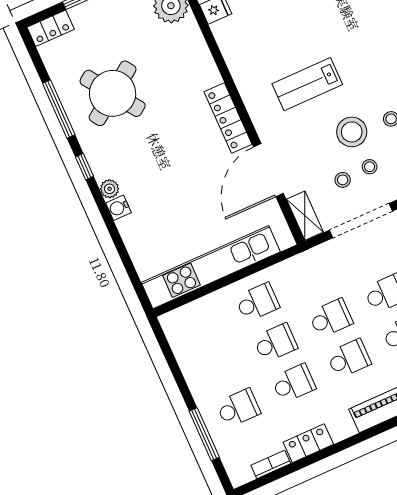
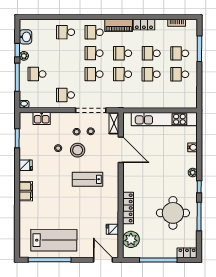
lab bench: (307, 84) -> (87, 179), turned 180
round table: (113, 93) -> (173, 213), turned 35
locker: (228, 118) -> (128, 208), moved
door: (268, 170) -> (121, 150), hinge flipped
water cooler: (118, 208) -> (193, 147), moved
school desk: (257, 302) -> (180, 74), moved
locker: (308, 443) -> (144, 25), moved

